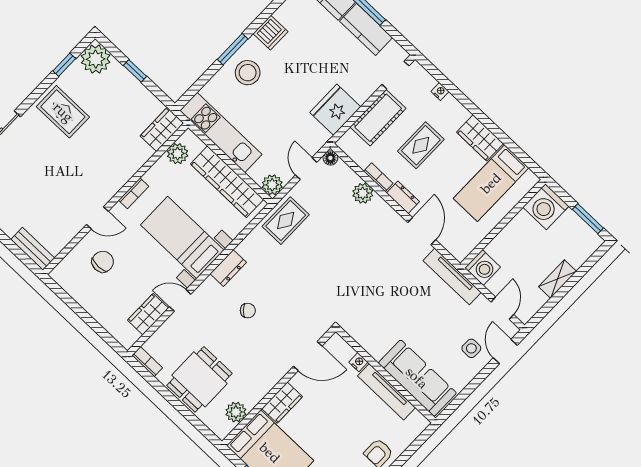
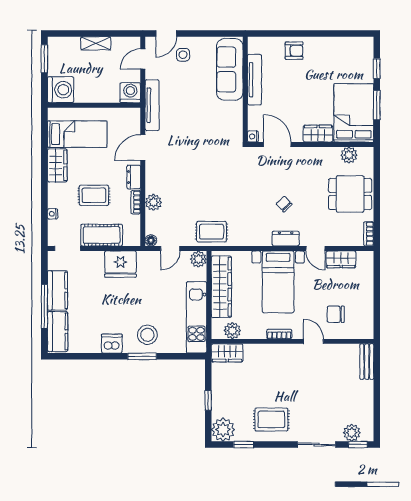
rug: (63, 112) -> (271, 419), turned 90
dresser: (228, 268) -> (286, 239), moved
nightstand: (358, 362) -> (253, 136), moved

